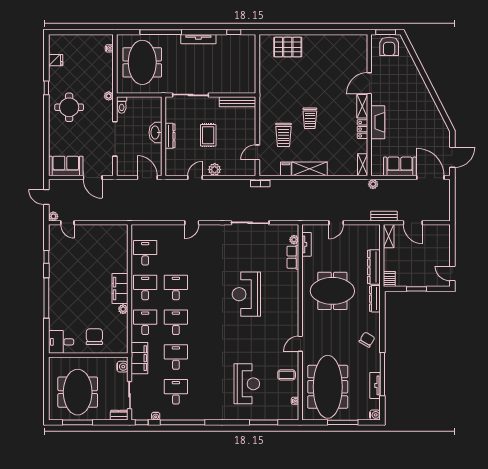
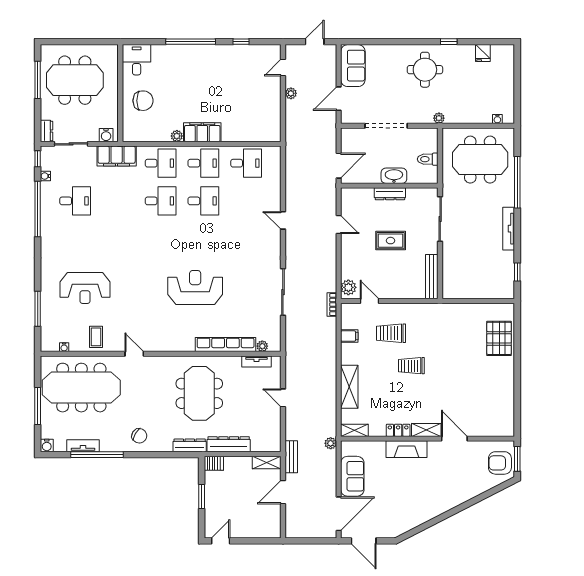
toilet: (122, 105) -> (428, 159), moved
shelving: (310, 169) -> (349, 387), moved
plant: (215, 170) -> (348, 287), moved
plant: (53, 216) -> (291, 93), moved
row of seats: (293, 257) -> (226, 345), width x2.02
desk: (176, 357) -> (118, 201), removed

